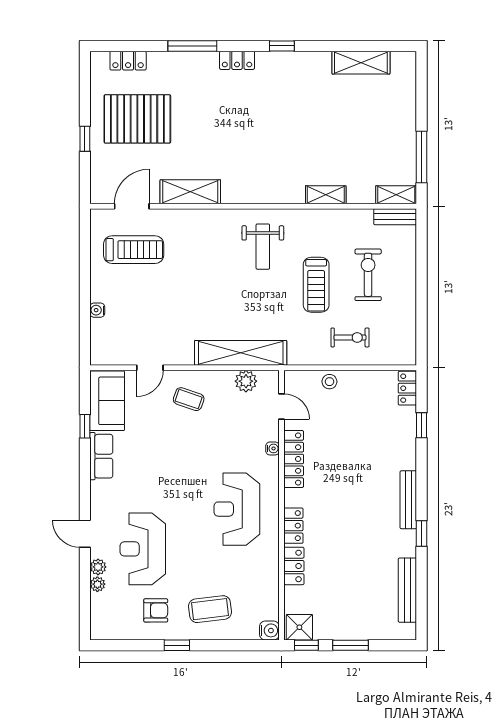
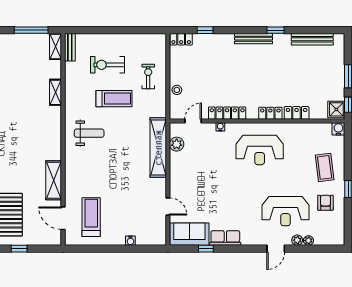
coffee table: (189, 399) -> (188, 181), removed

